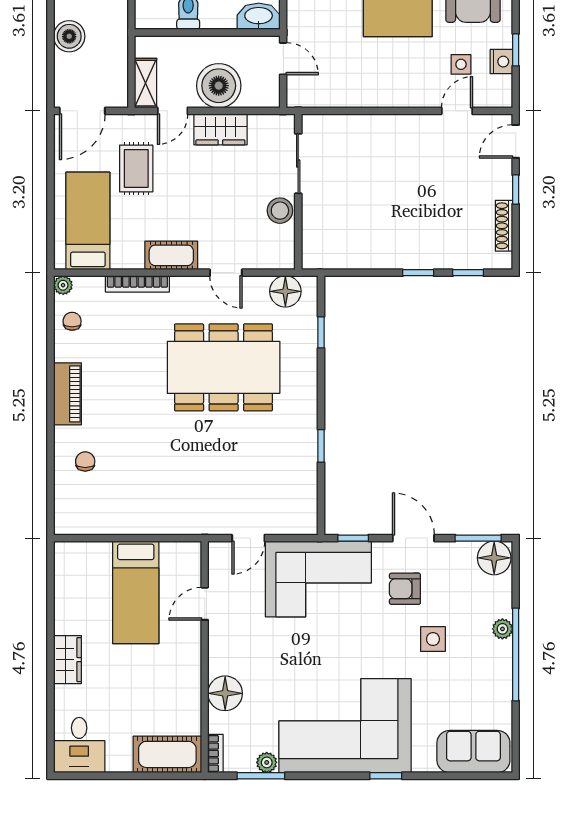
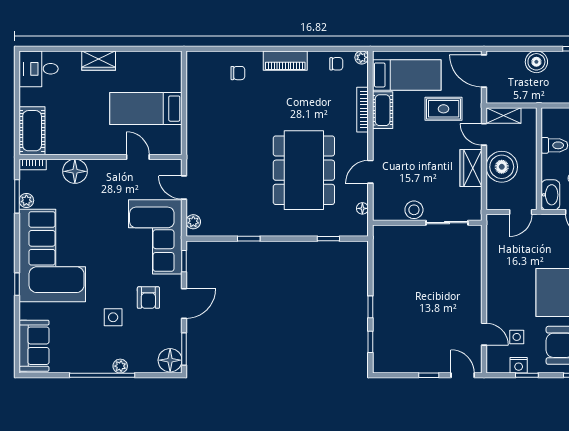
shoe rack: (504, 226) -> (403, 367), removed
cot: (171, 255) -> (383, 110), moved
floor lamp: (285, 291) -> (362, 208), width x0.53, depth x0.53
plant: (297, 525) -> (193, 222), added
armchair: (405, 589) -> (148, 298), turned 180

